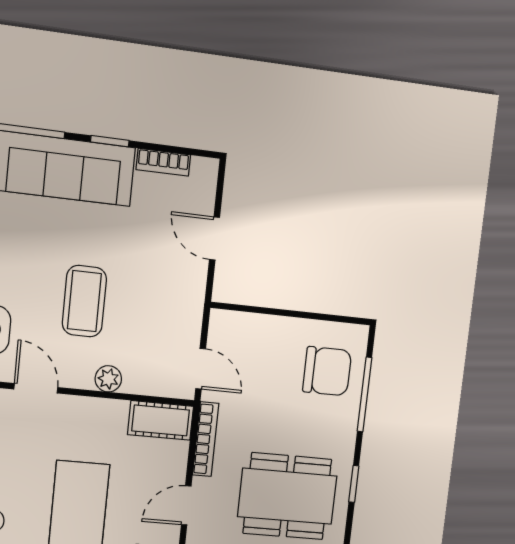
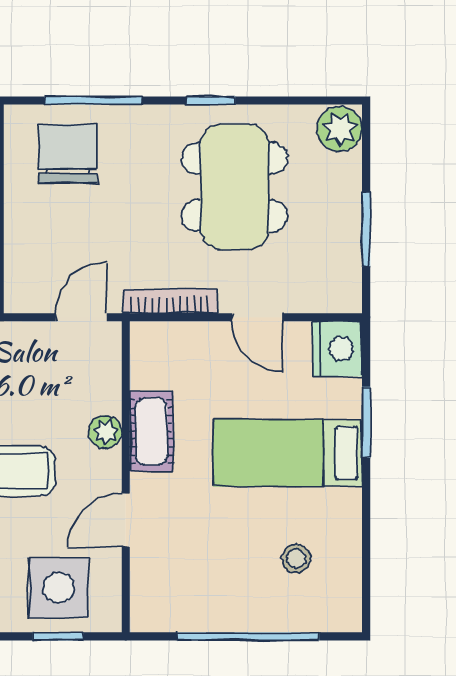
cot: (161, 420) -> (151, 431), moved

